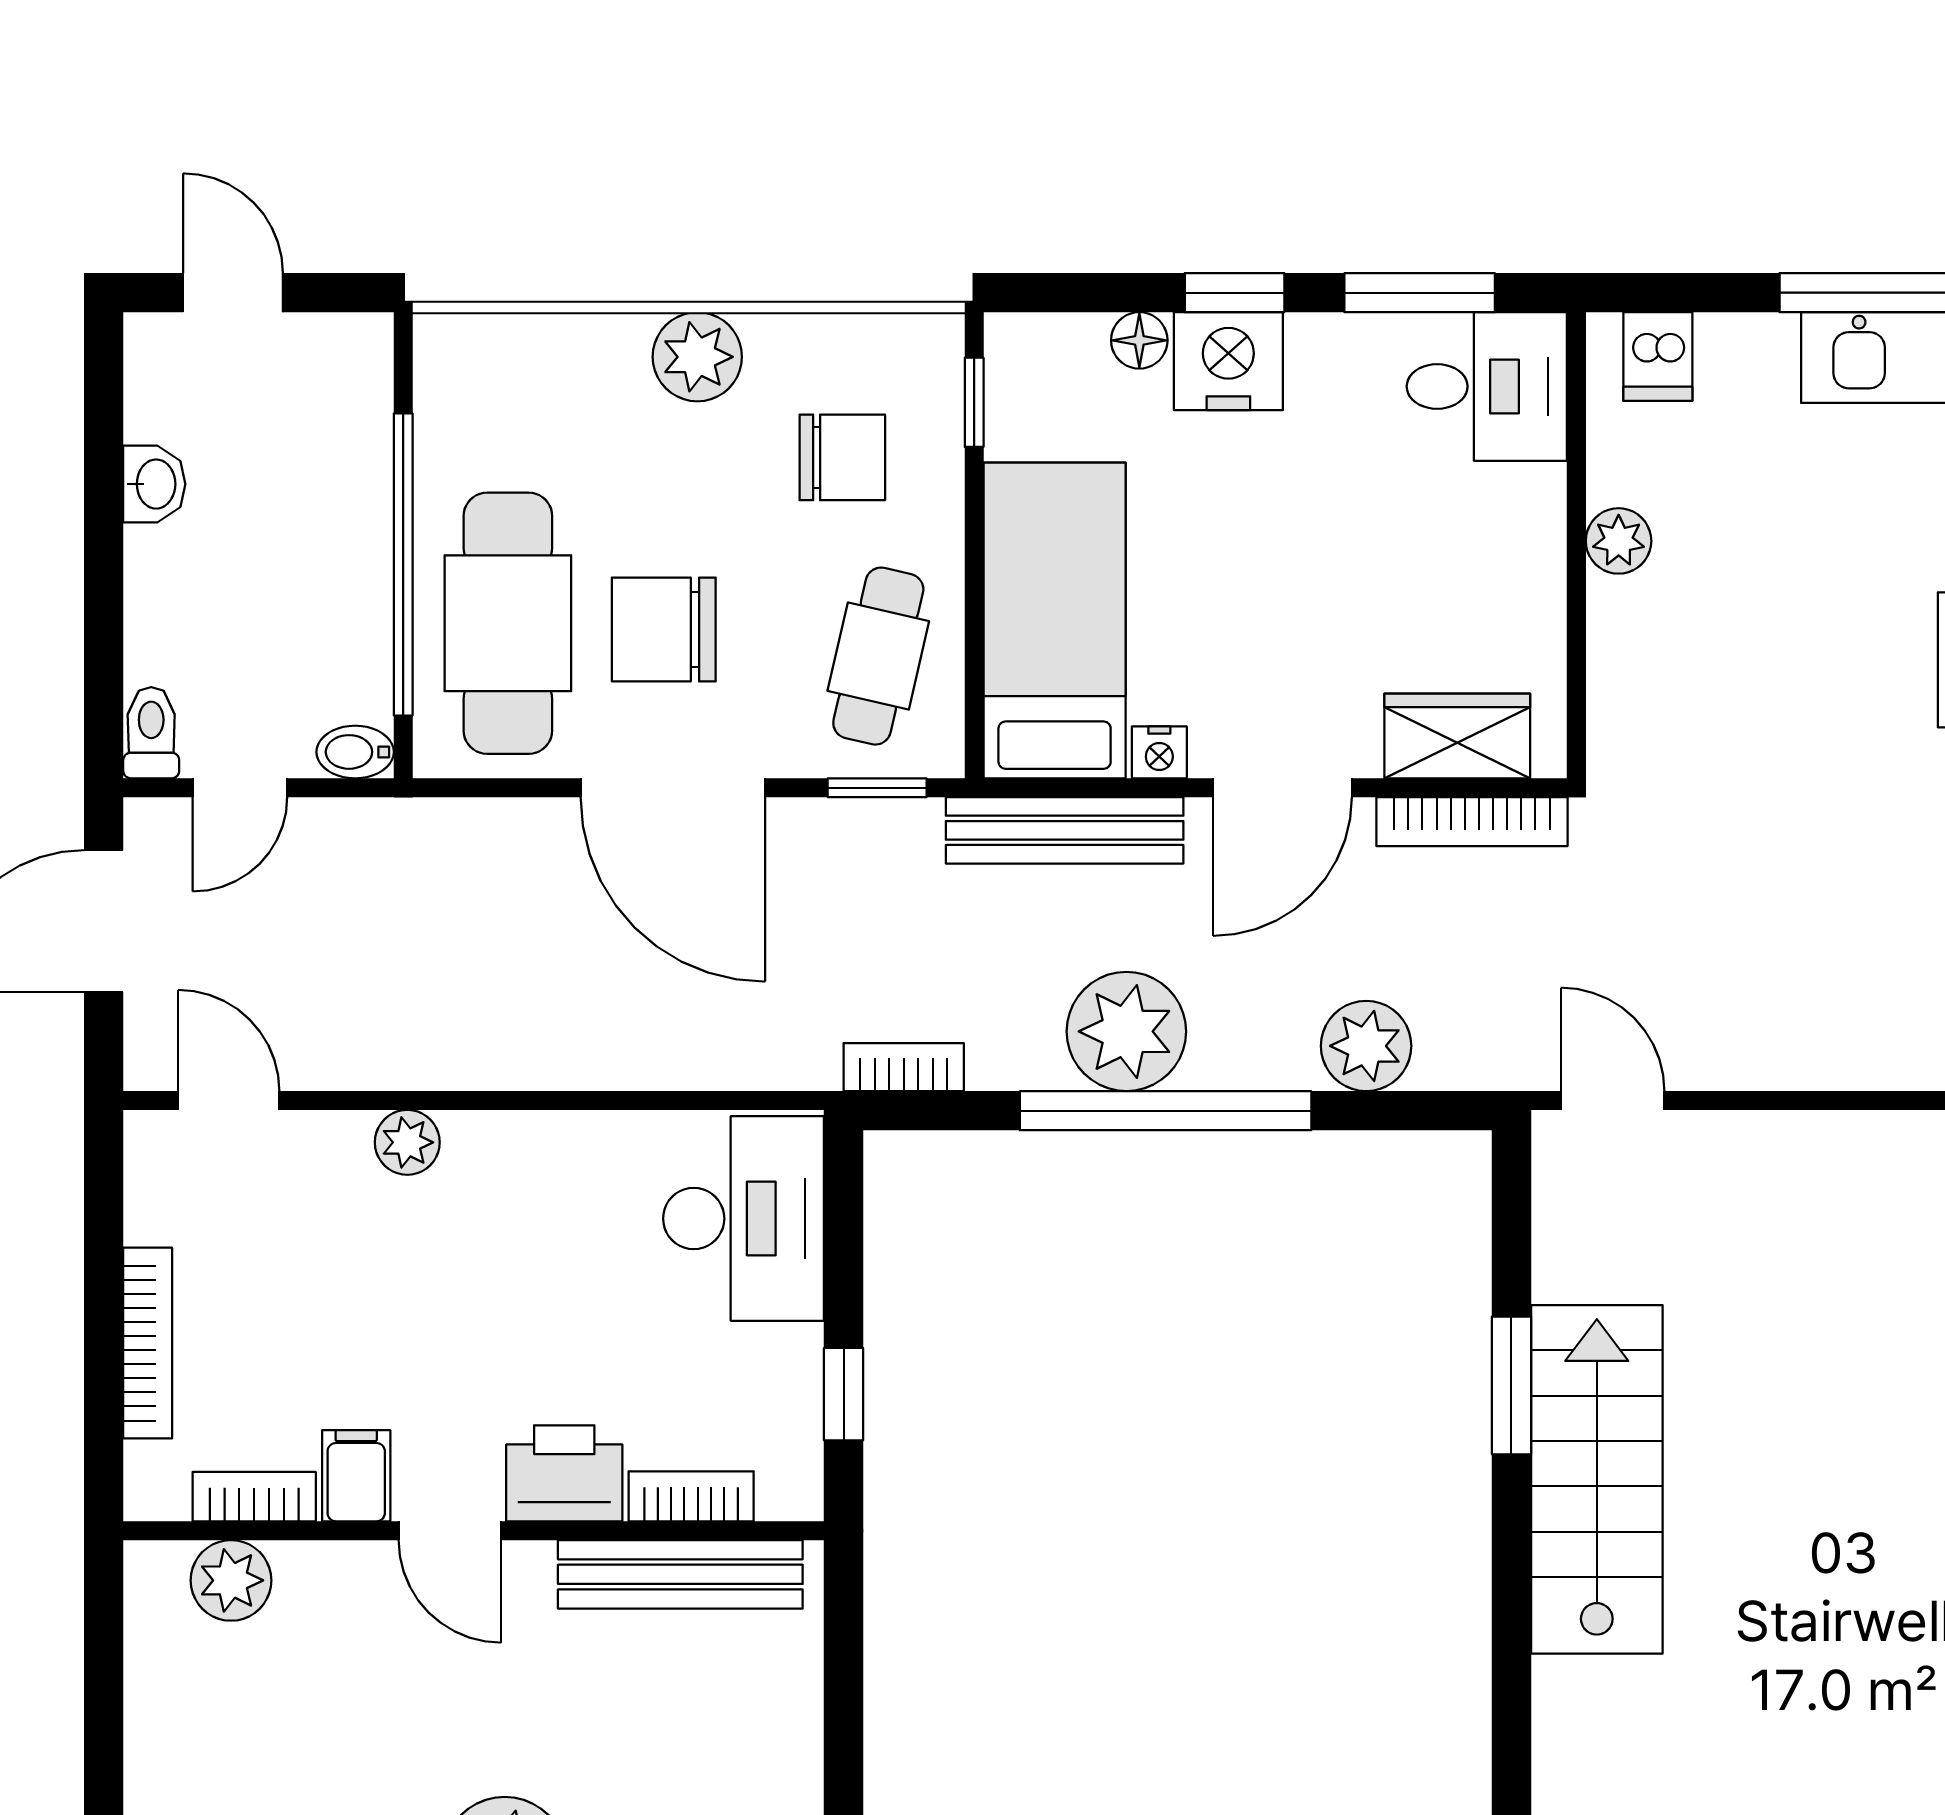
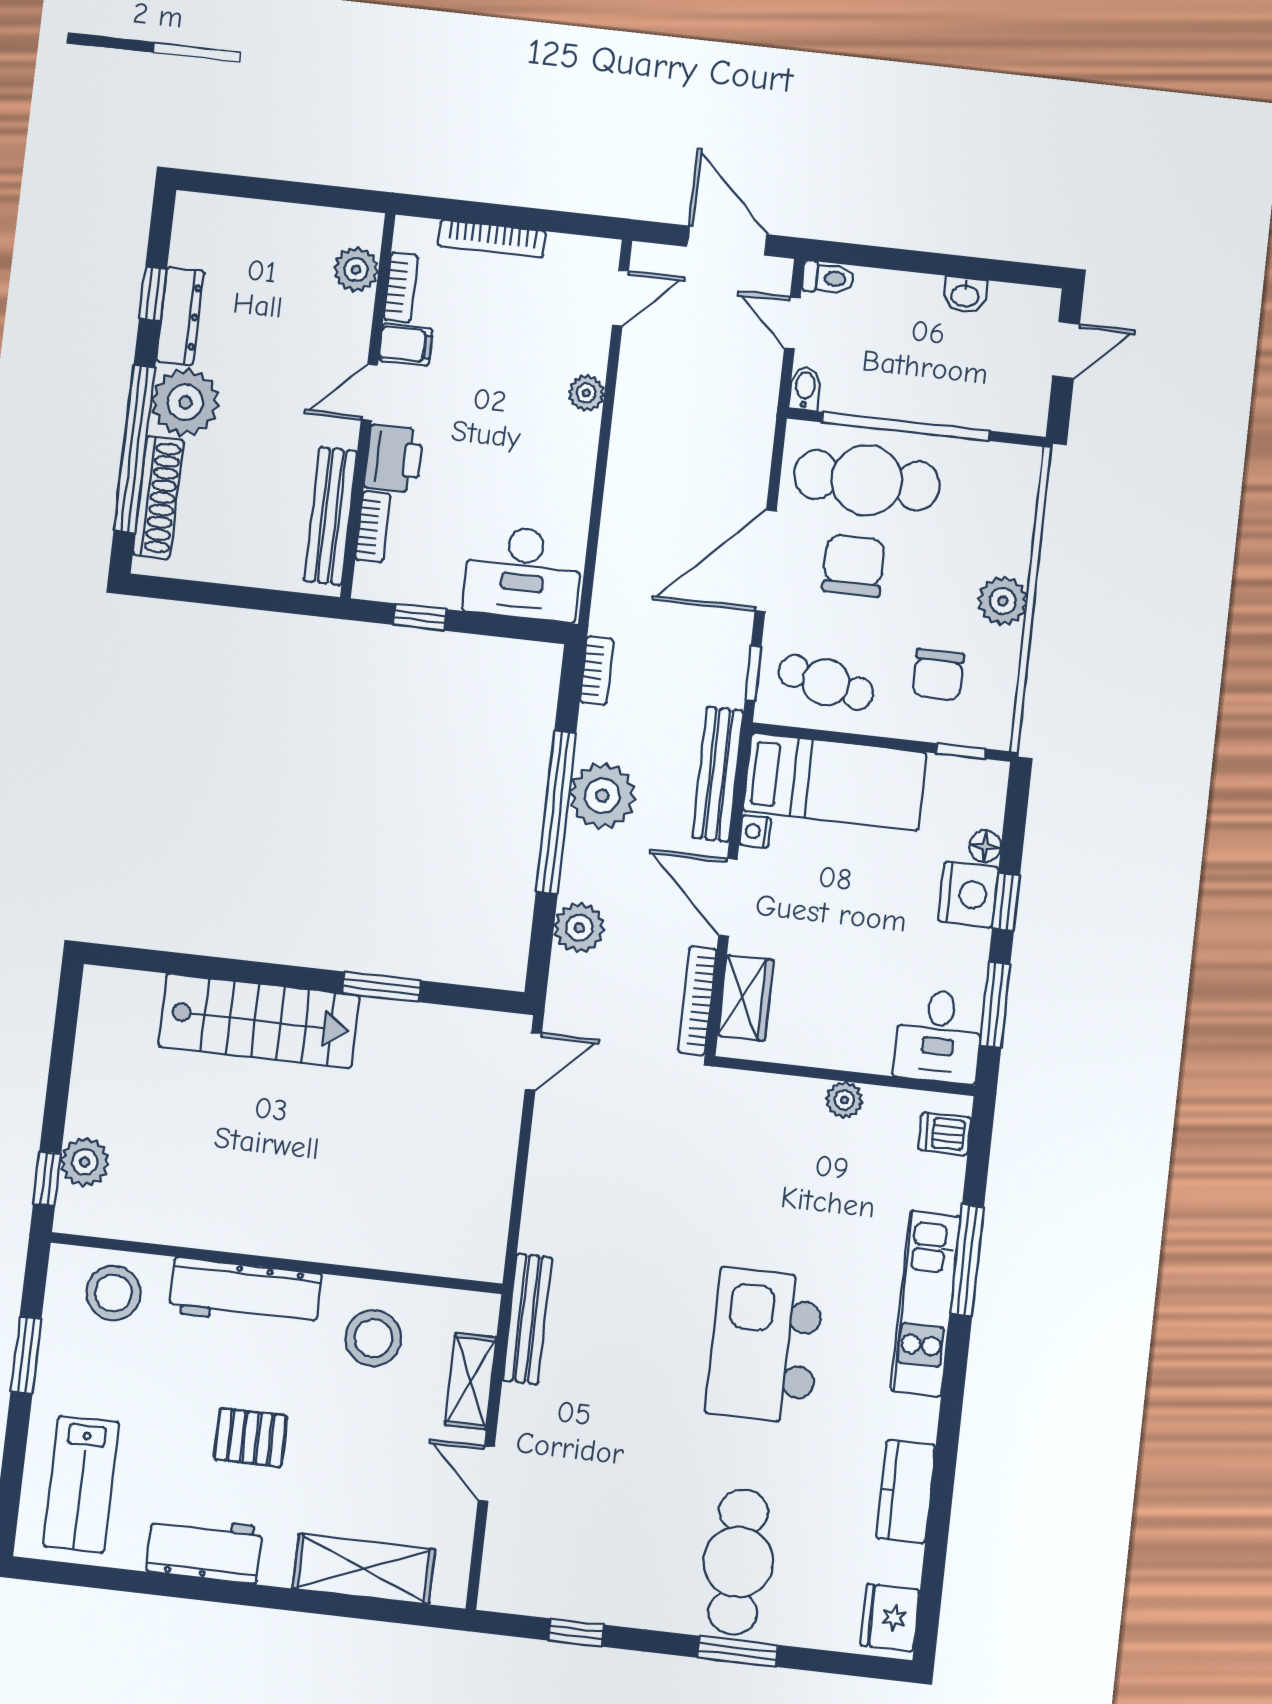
stairs: (1597, 1479) -> (259, 1021), moved

